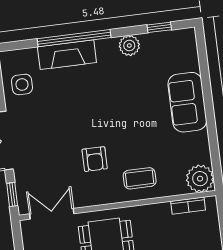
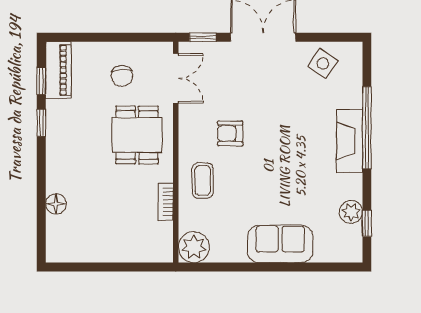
plant: (129, 45) -> (351, 212), moved
fireplace: (67, 55) -> (350, 141), moved
side table: (22, 84) -> (323, 64), turned 34
bookcase: (188, 206) -> (166, 202), moved

